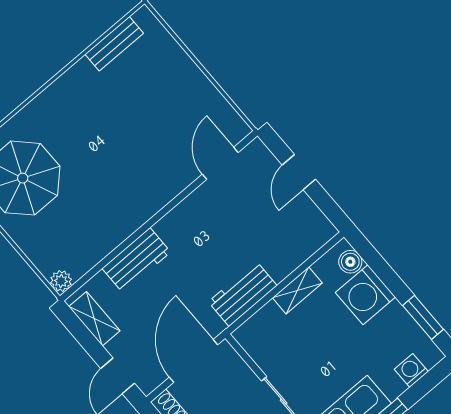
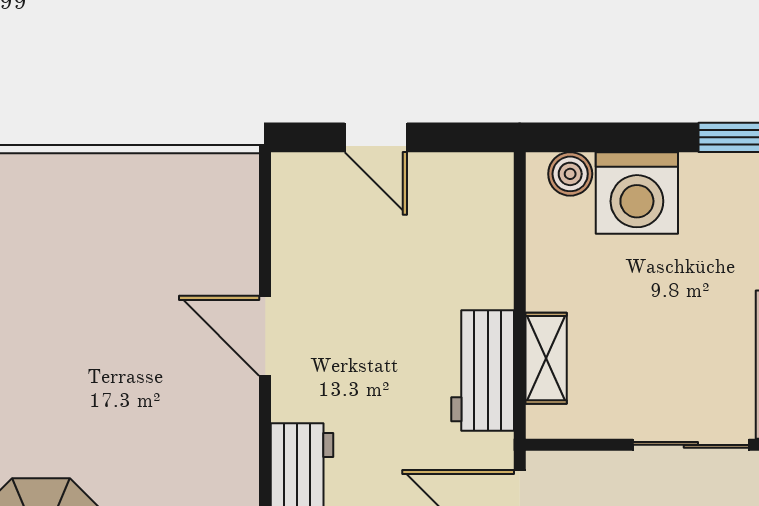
door: (220, 163) -> (265, 336), moved
shelving: (297, 290) -> (546, 358), moved

